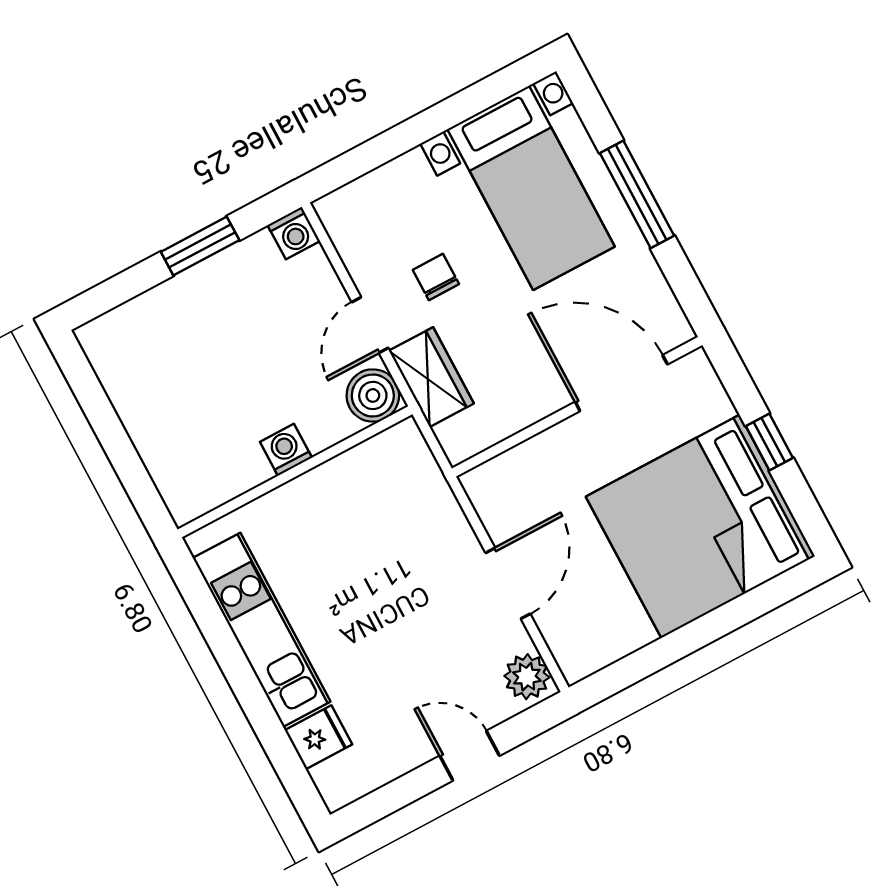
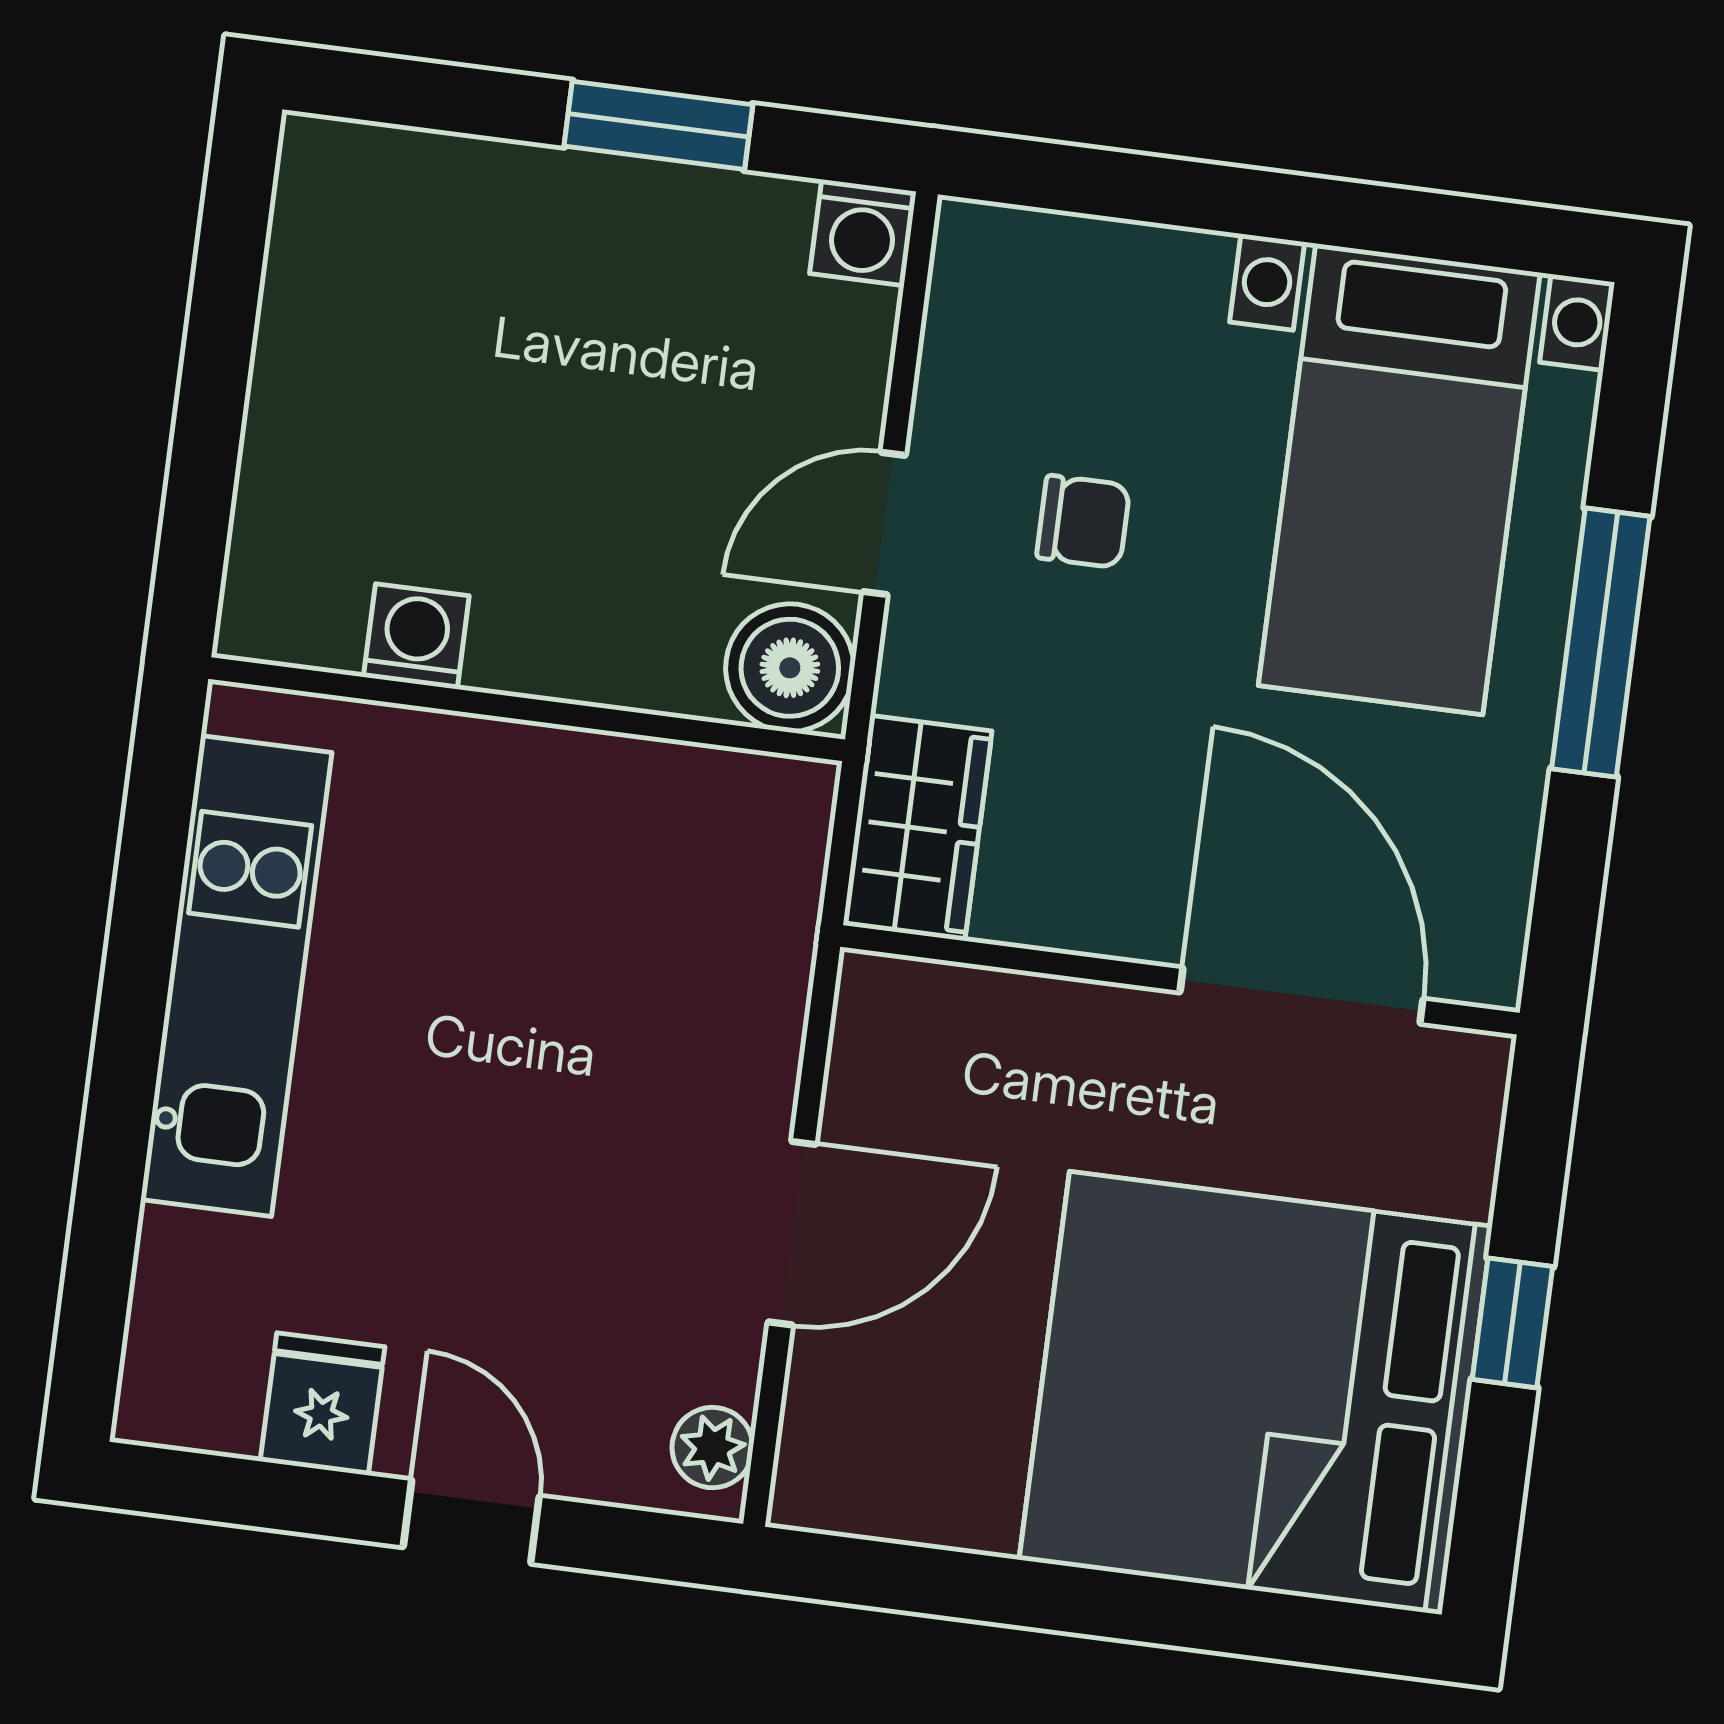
chair: (436, 277) -> (1083, 522), turned 90
wardrobe: (431, 377) -> (917, 828), moved
washing machine: (286, 450) -> (416, 636), moved
plant: (527, 677) -> (712, 1448), width x0.73, depth x0.73
fridge: (318, 737) -> (322, 1404), moved, turned -90

